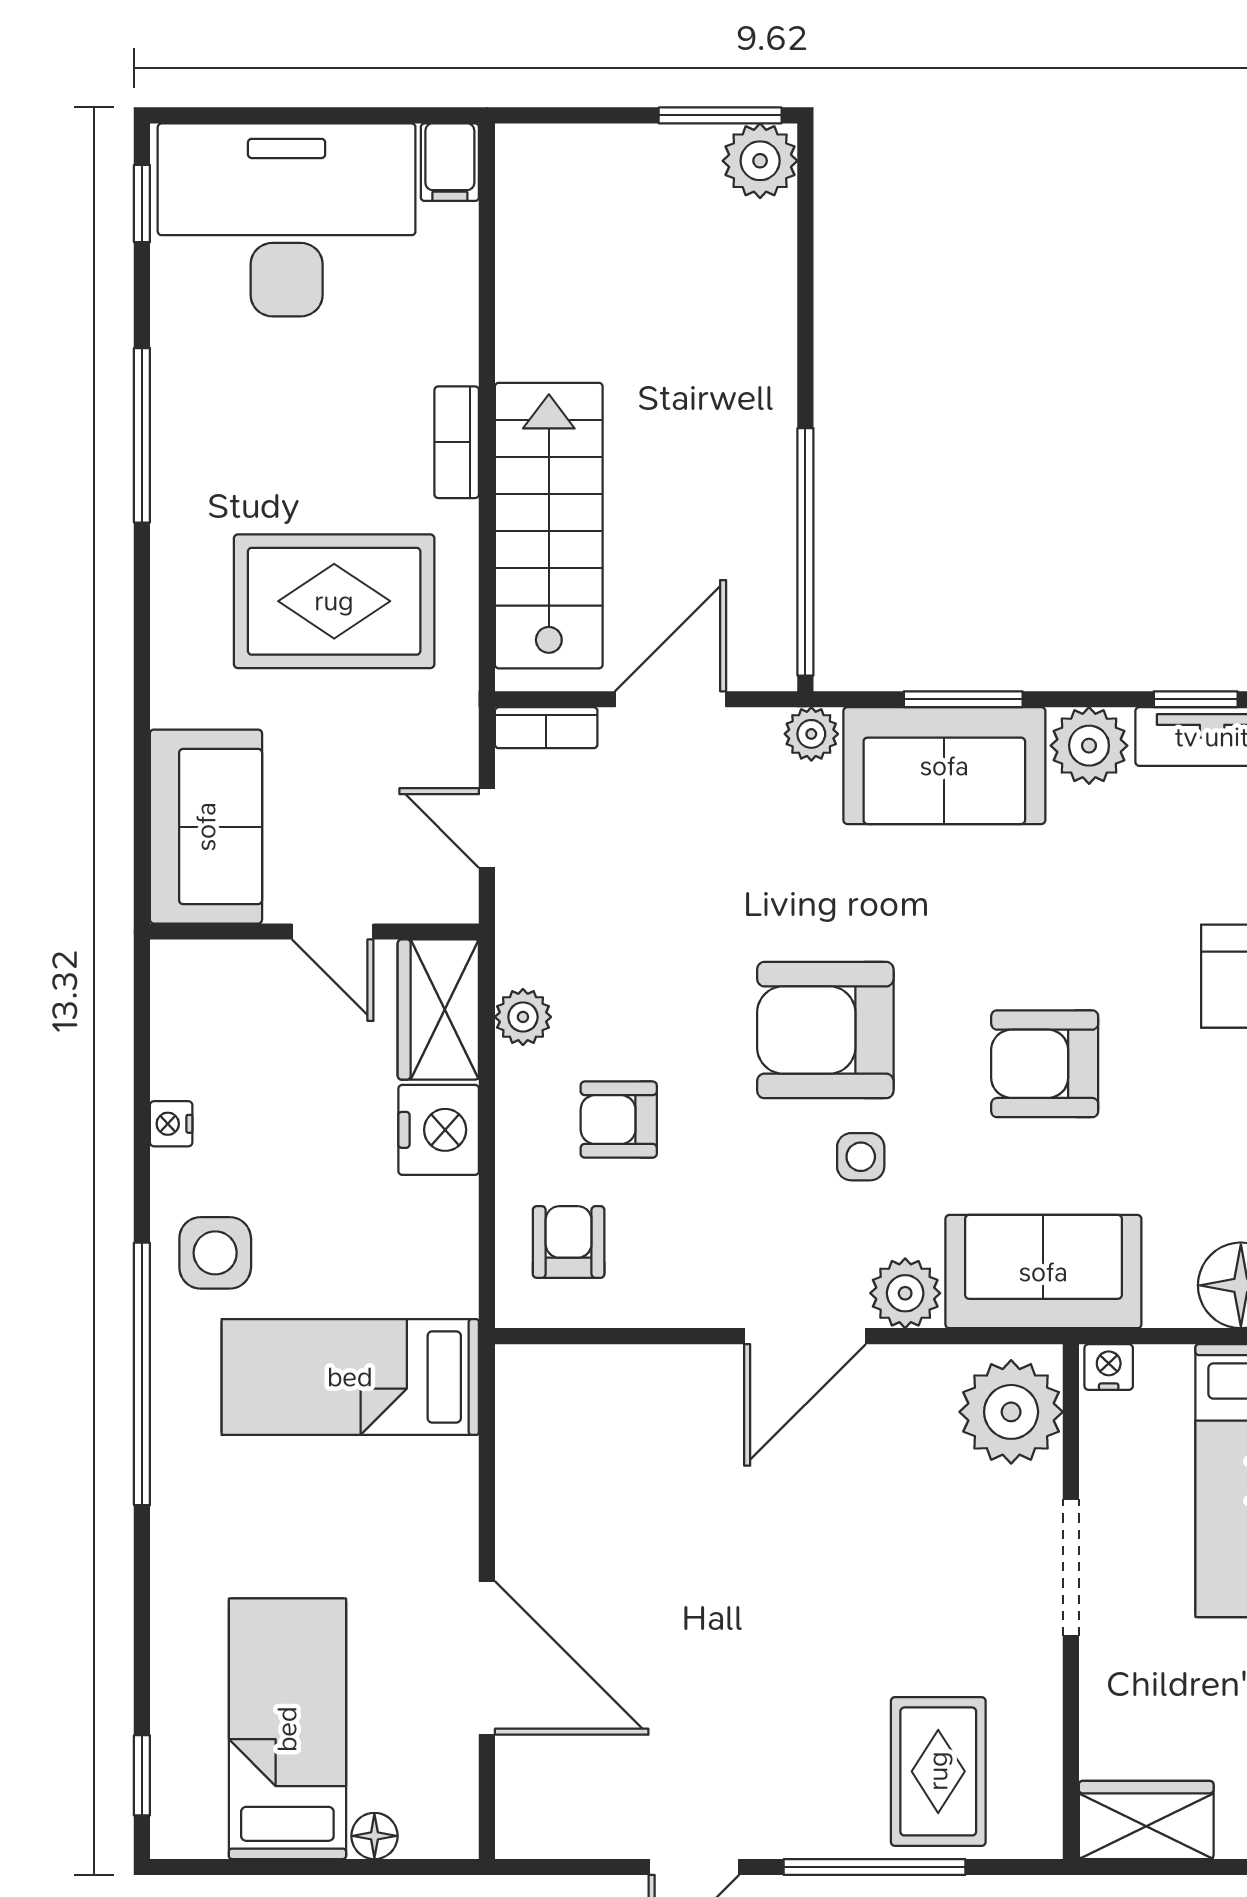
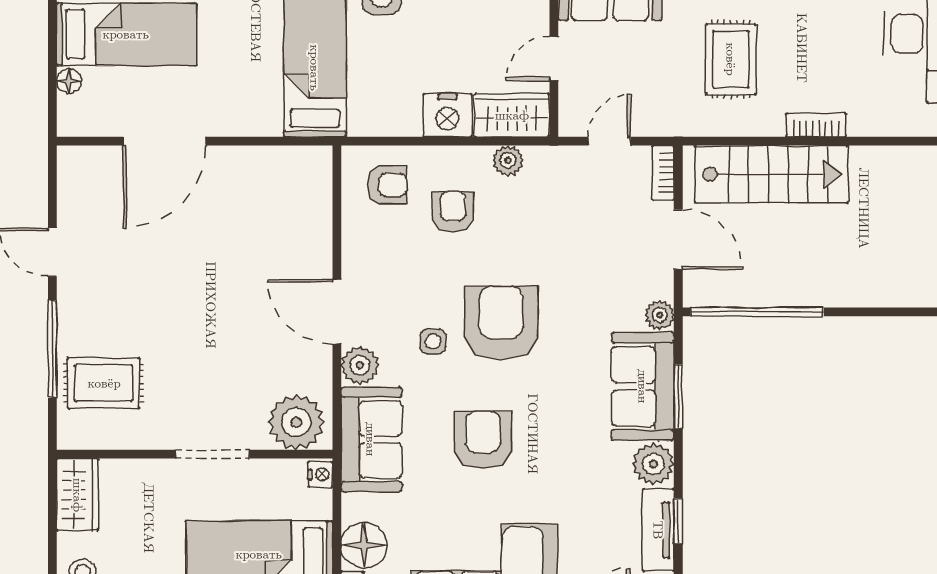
rug: (334, 601) -> (731, 59), width x0.73, depth x0.70

